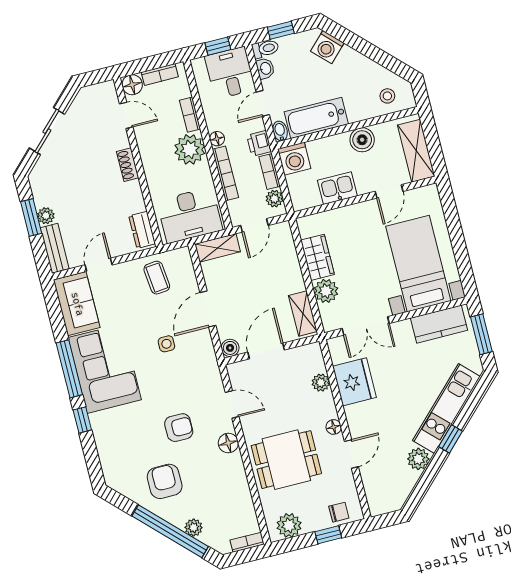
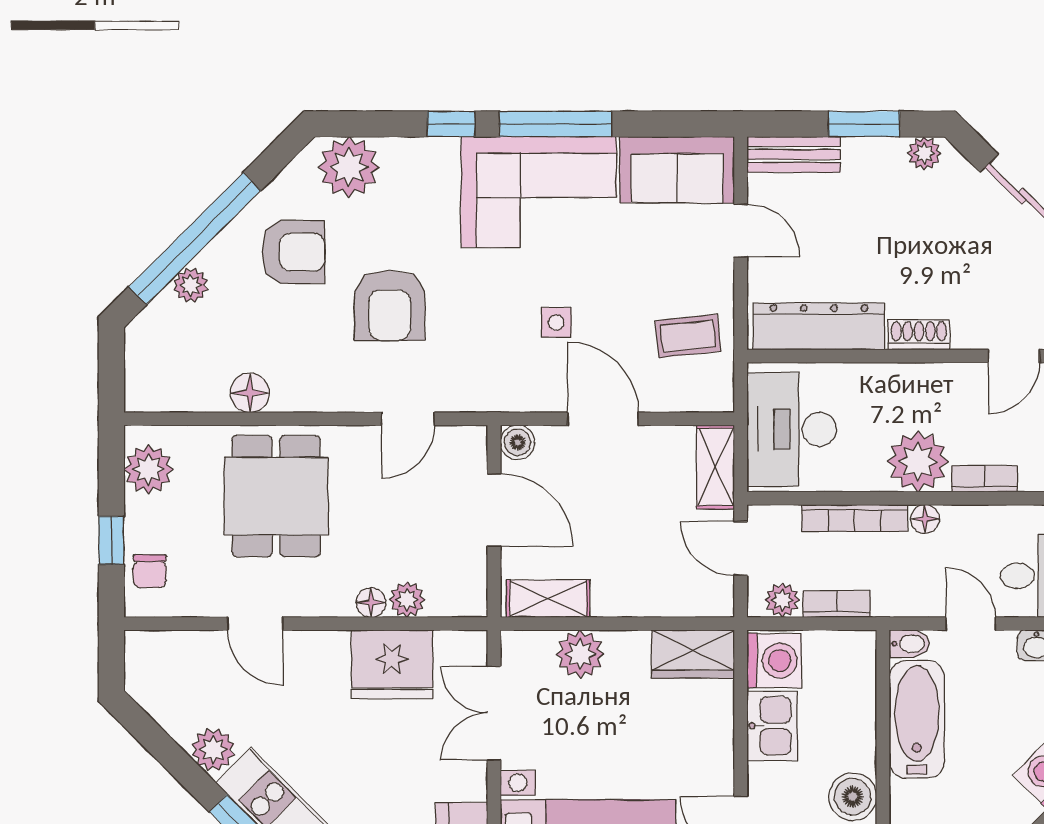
printer: (259, 143) -> (896, 597), removed
washing machine: (294, 159) -> (774, 661), moved, turned 180
plant: (46, 216) -> (924, 153), moved
dresser: (142, 230) -> (819, 326), width x1.96, depth x1.24
wardrobe: (317, 257) -> (693, 654), moved
floor lamp: (334, 427) -> (371, 603), moved
armchair: (179, 428) -> (390, 305), width x1.38, depth x1.38
floor lamp: (228, 443) -> (250, 393), moved
plant: (116, 465) -> (349, 167), added
bookcase: (247, 542) -> (137, 381), removed

